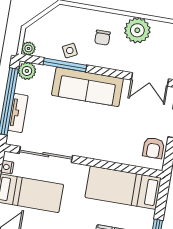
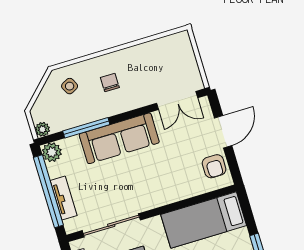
plant: (137, 30) -> (141, 58), removed
chair: (102, 38) -> (110, 83), turned 180
side table: (70, 51) -> (70, 86), moved

